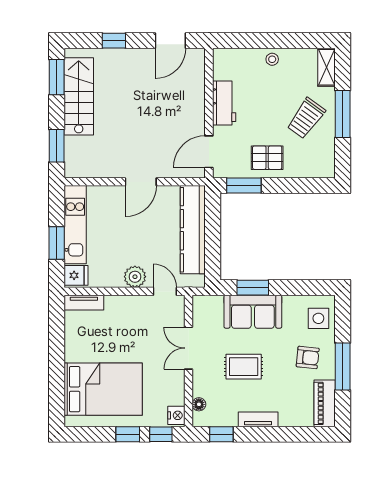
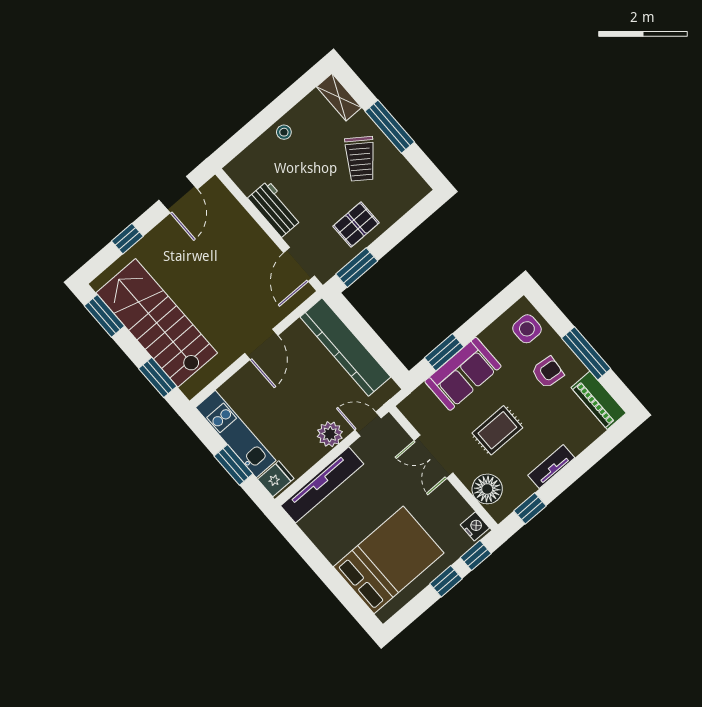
stairs: (79, 96) -> (157, 323), width x1.36, depth x1.51
tv unit: (84, 303) -> (322, 485), width x1.92, depth x1.29
floor lamp: (199, 404) -> (487, 489), width x1.89, depth x1.89

